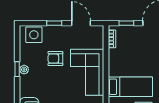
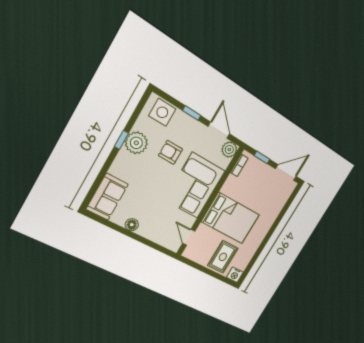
plant: (97, 32) -> (229, 150), added
plant: (24, 70) -> (136, 143), width x1.88, depth x1.88
bed: (130, 87) -> (231, 218), width x1.50

